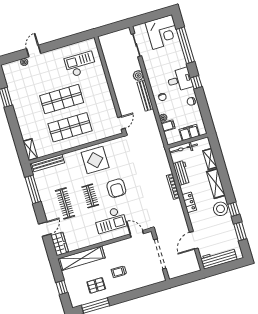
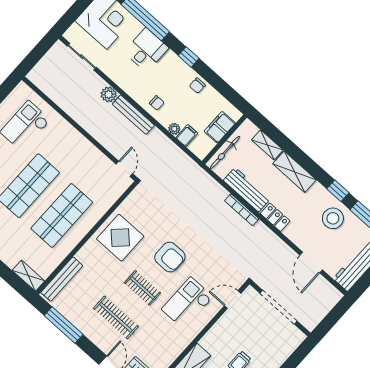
desk: (180, 80) -> (146, 50), moved
workbench: (182, 173) -> (247, 190), width x1.38
stool: (220, 209) -> (333, 218), moved
checkout: (110, 220) -> (187, 303), turned 180

